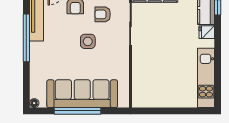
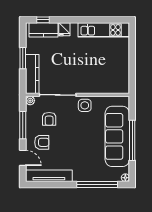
window: (26, 38) -> (97, 184), moved
side table: (88, 41) -> (85, 105), moved

